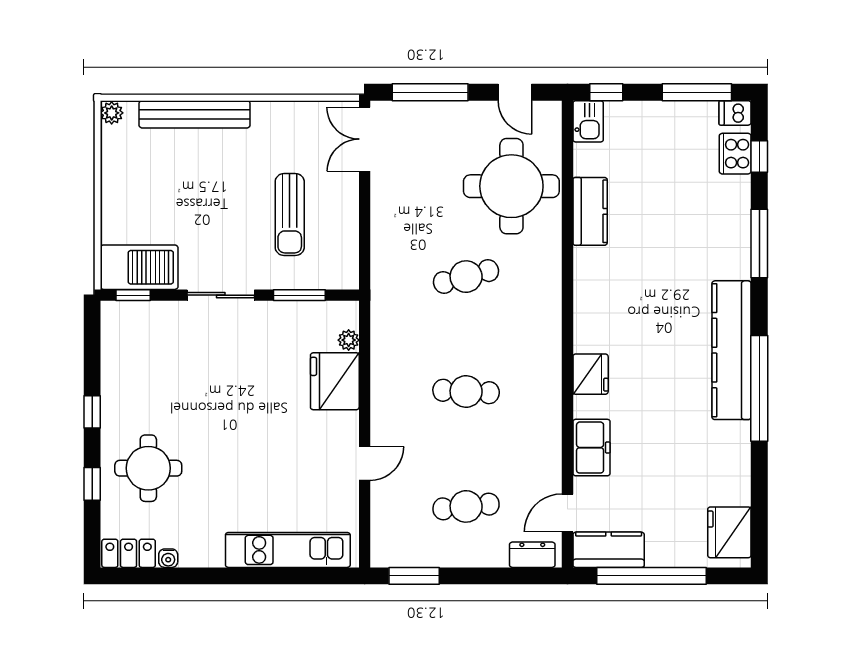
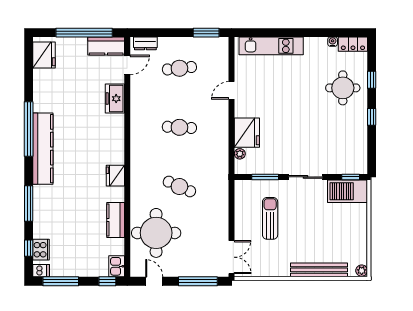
cafe table: (466, 277) -> (179, 186), turned 39
fridge: (591, 374) -> (115, 176), moved

